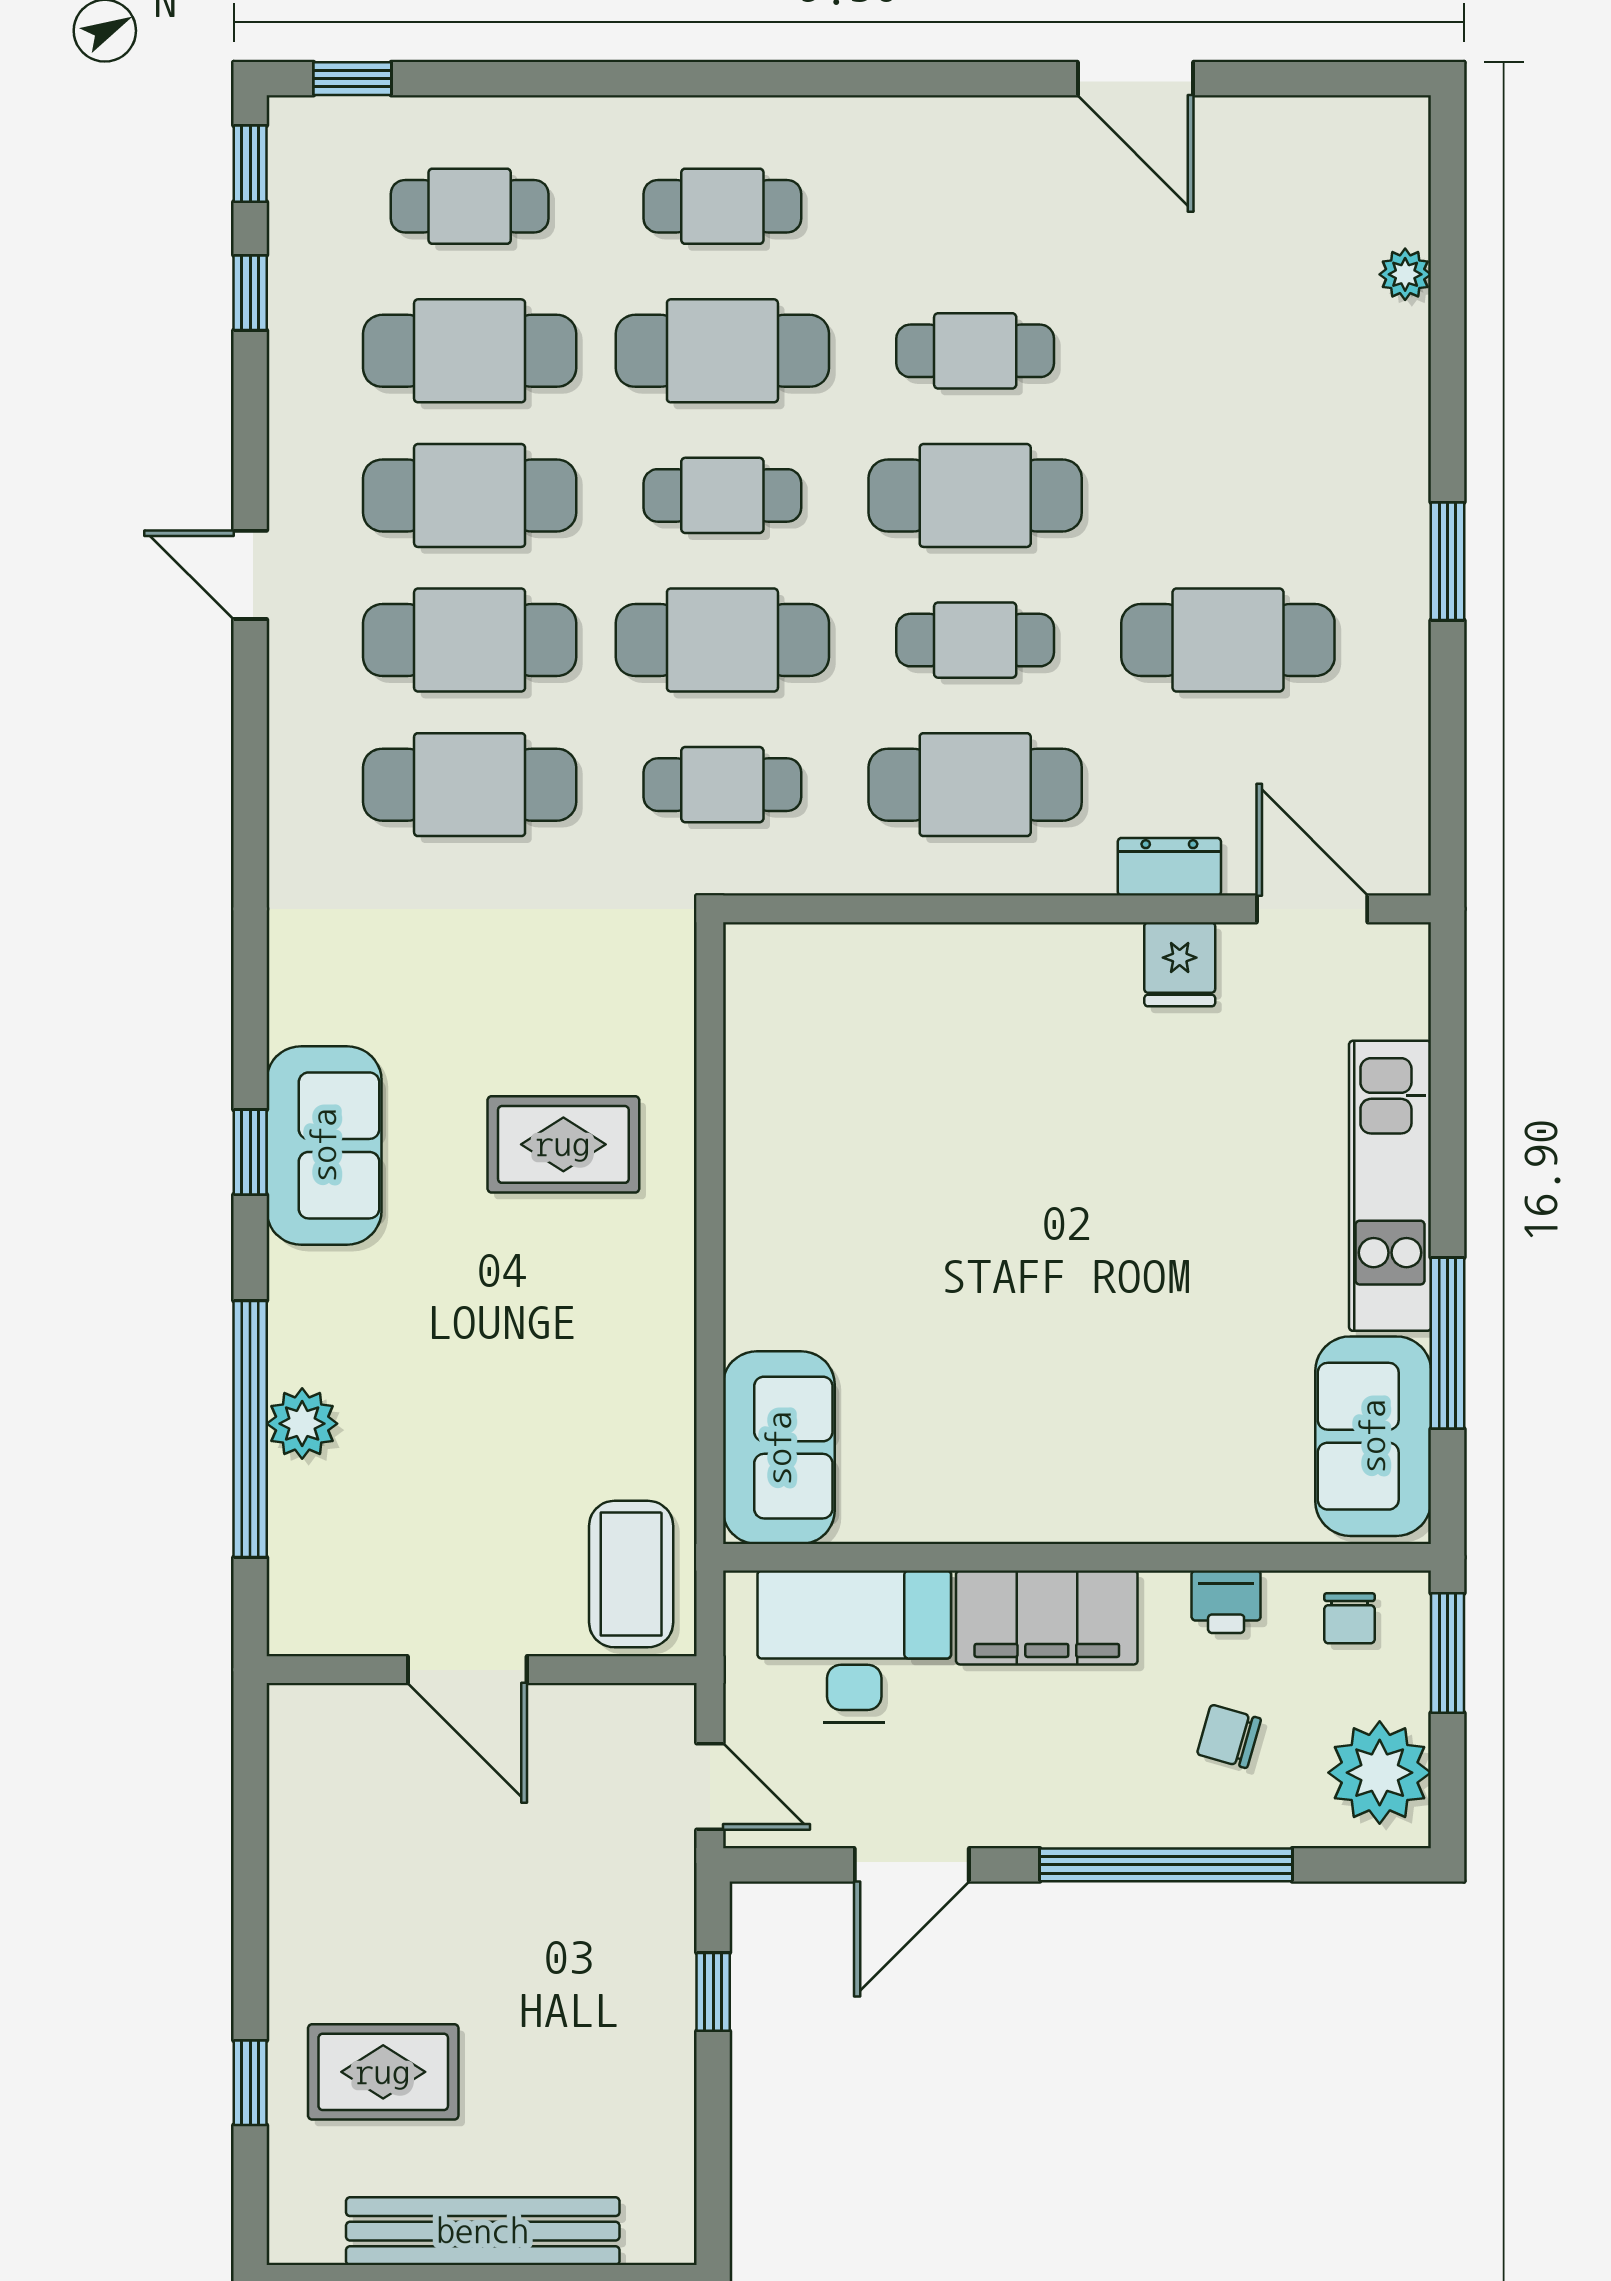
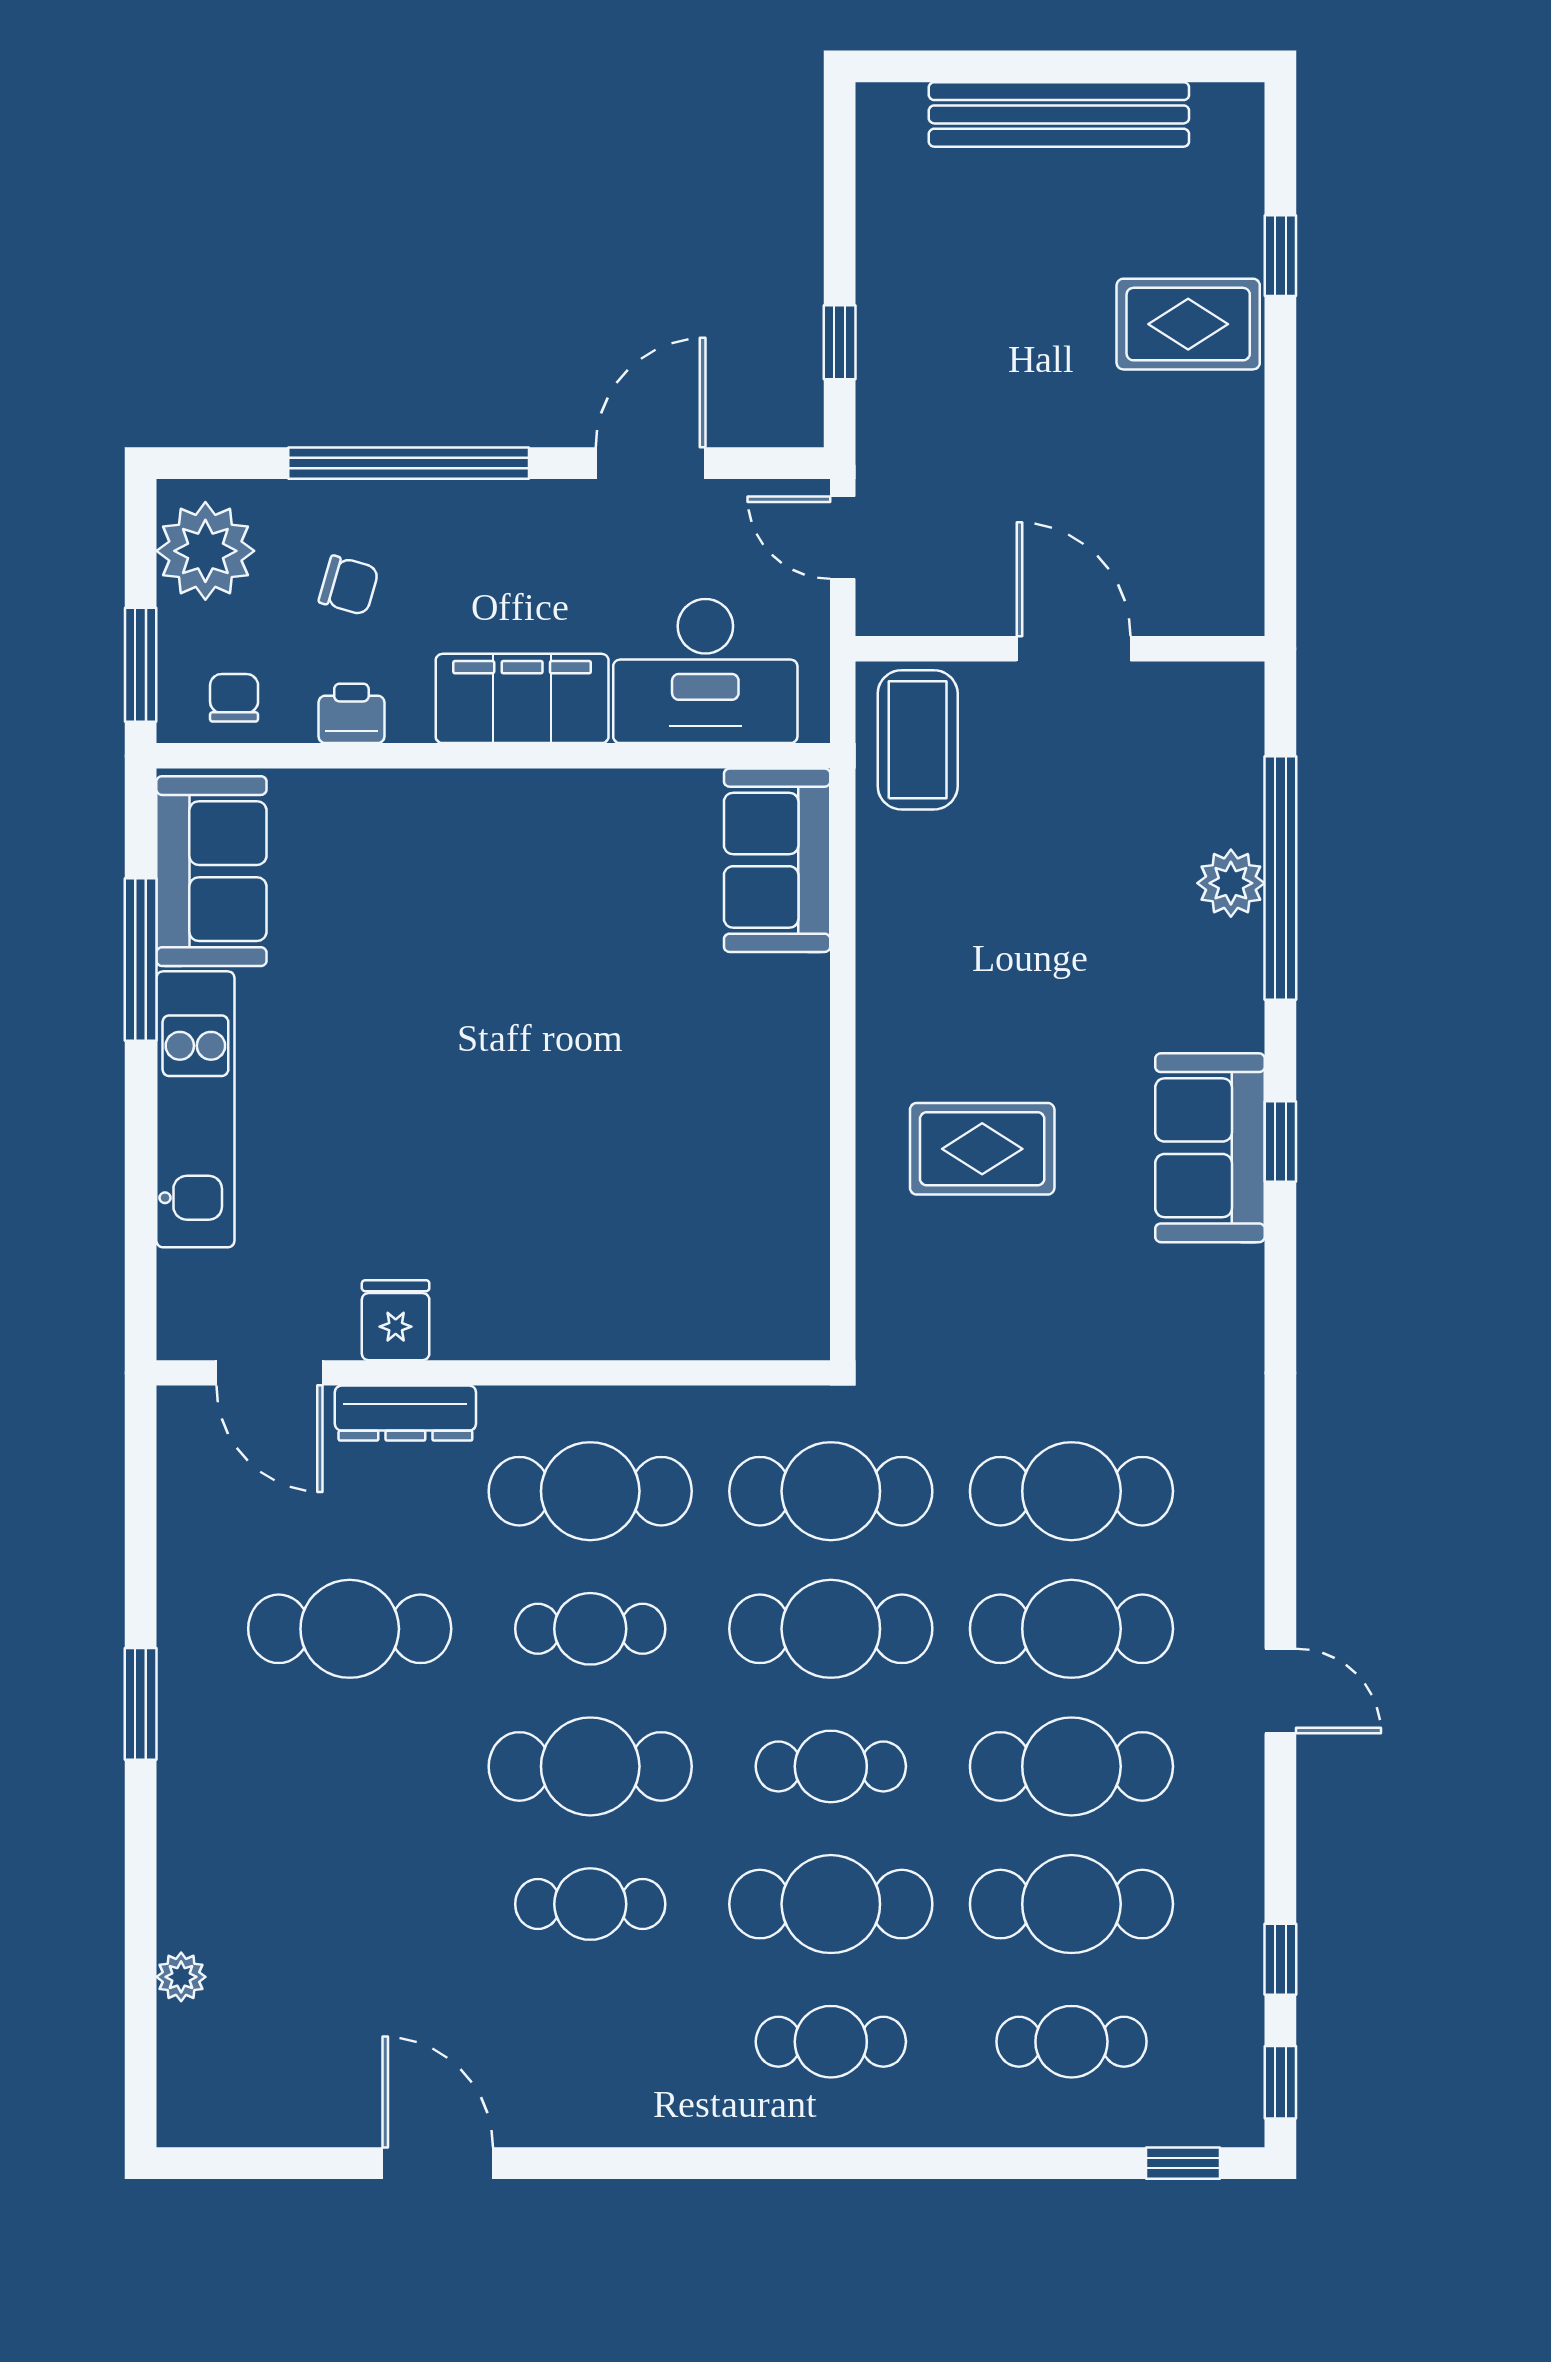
cafe table: (722, 785) -> (831, 1491), width x1.37, depth x1.35
dresser: (1169, 867) -> (405, 1413), width x1.44
rug: (383, 2072) -> (1188, 324), moved

